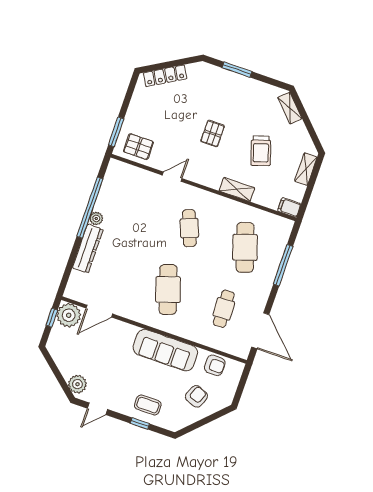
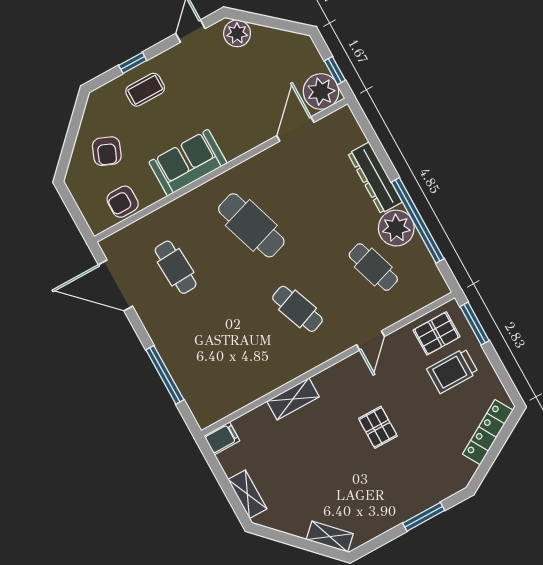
trolley: (261, 151) -> (452, 371), moved, turned -72
plant: (96, 218) -> (396, 228), width x1.87, depth x1.87
cafe table: (245, 247) -> (373, 267), moved, width x0.73, depth x0.74
sofa: (165, 350) -> (188, 163), width x0.73

